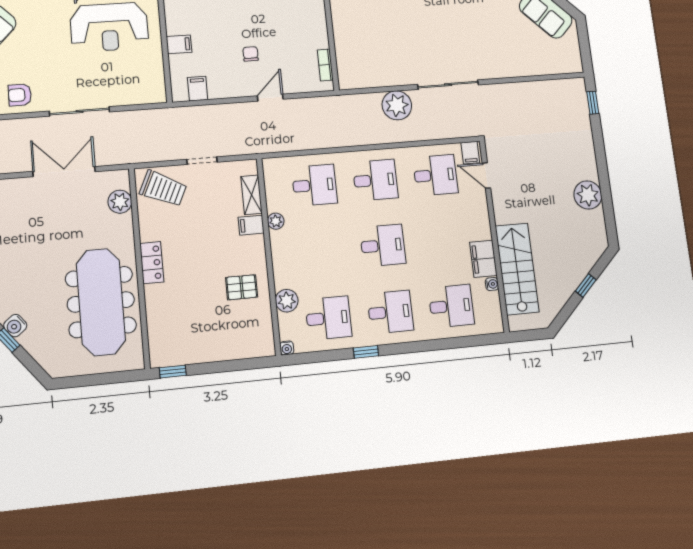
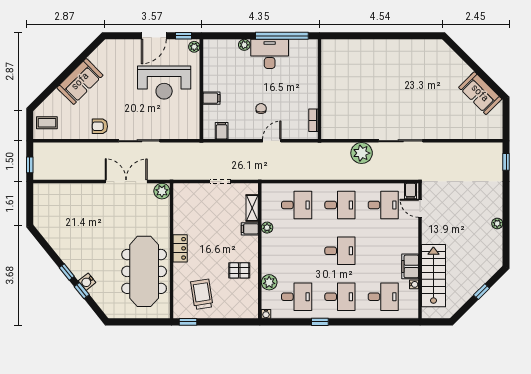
trolley: (163, 189) -> (202, 294), moved, turned -124
plant: (588, 195) -> (497, 223), width x0.53, depth x0.53
plant: (120, 202) -> (162, 191), moved

